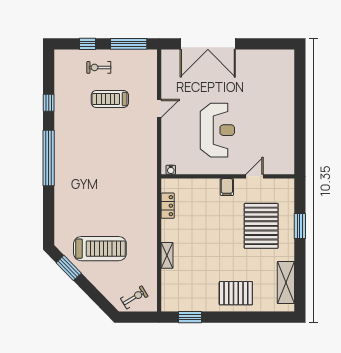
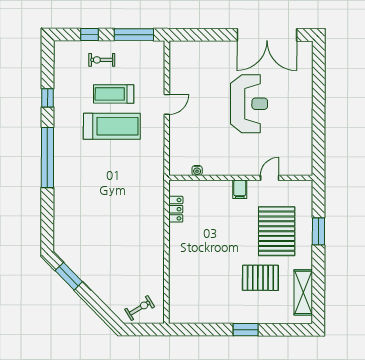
double door: (208, 44) -> (267, 35), moved
reception desk: (217, 130) -> (249, 104), moved
water cooler: (171, 170) -> (197, 170), moved
treadmill: (100, 249) -> (112, 126), moved
shelving: (167, 255) -> (175, 263), removed
pallet: (236, 293) -> (260, 278), moved
window: (190, 317) -> (246, 330), moved

